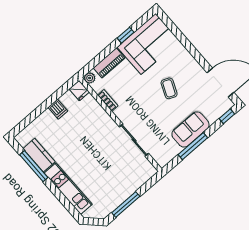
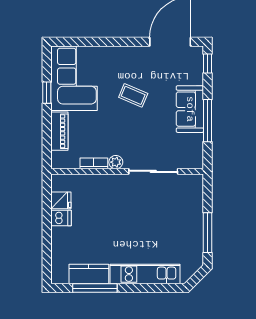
plant: (90, 78) -> (116, 162), moved
fridge: (79, 91) -> (61, 200), moved

